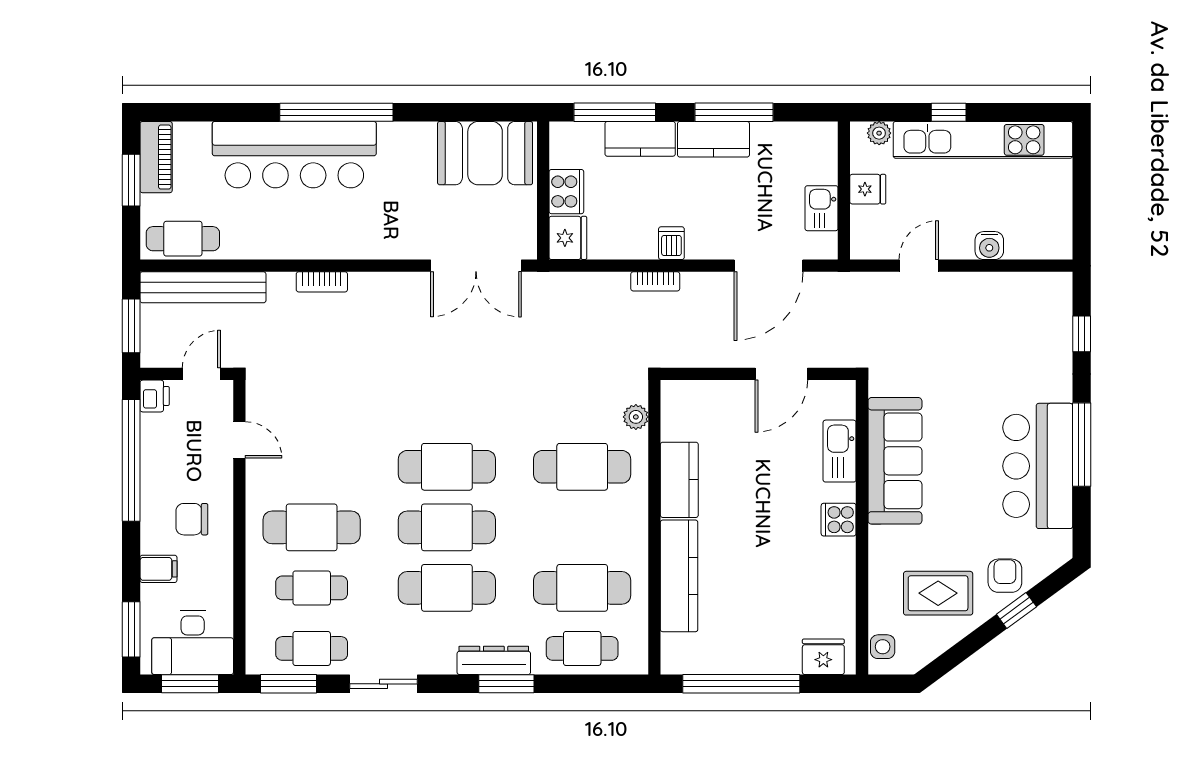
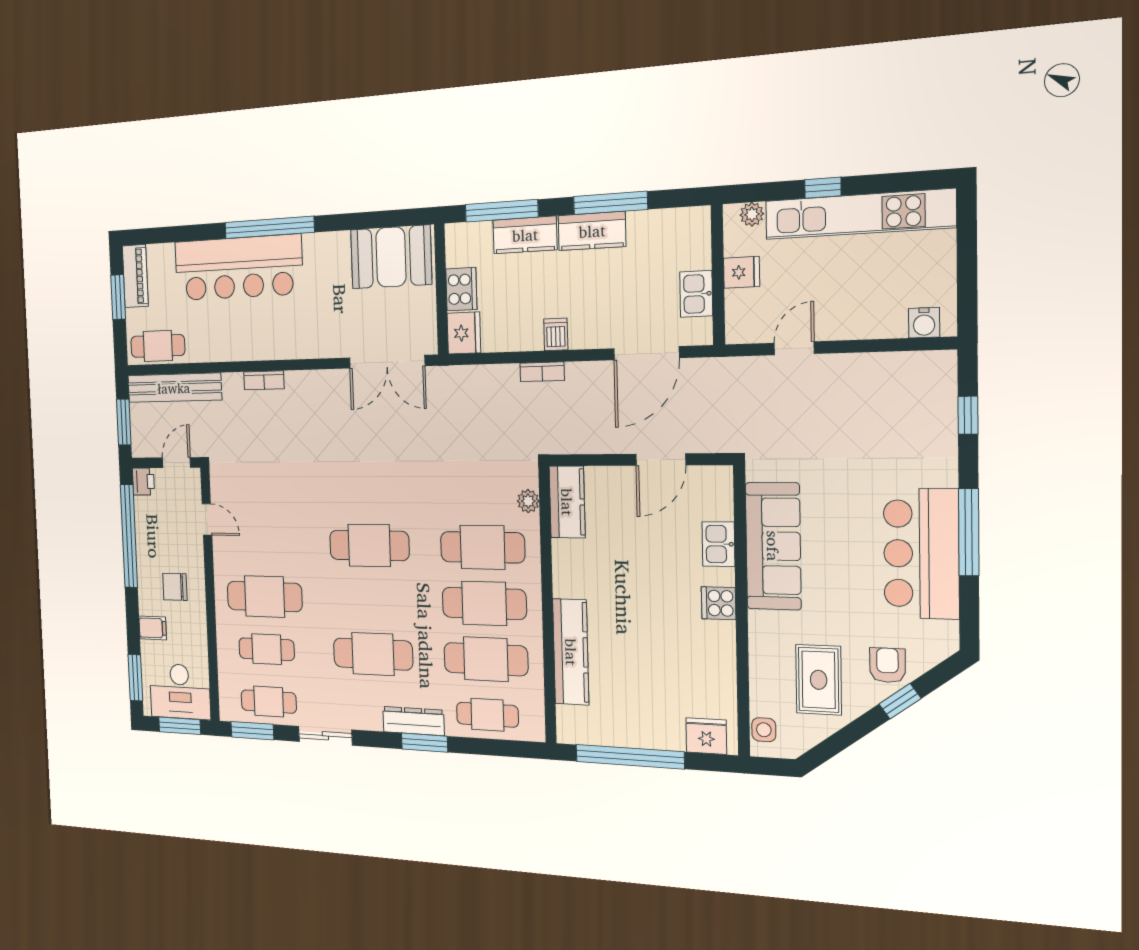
water cooler: (989, 246) -> (924, 323), moved
kitchen sink: (840, 451) -> (718, 544), width x0.73
kitchen counter: (679, 480) -> (567, 502), moved
cafe table: (447, 527) -> (484, 603), moved
rug: (938, 593) -> (819, 680), turned 90

